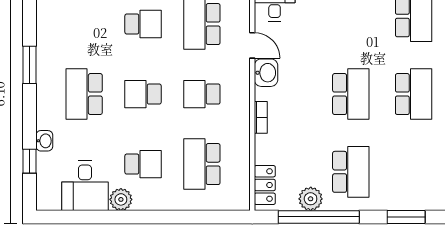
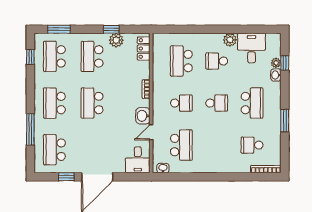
school desk: (143, 24) -> (252, 145), moved
door: (252, 45) -> (151, 132), hinge flipped
plant: (44, 161) -> (276, 63), added
school desk: (202, 164) -> (181, 61), turned 180
school desk: (414, 172) -> (54, 56), added
window: (319, 217) -> (111, 29), width x0.32

